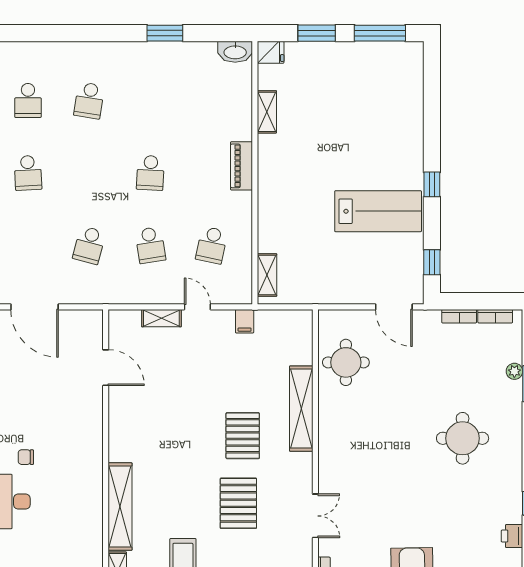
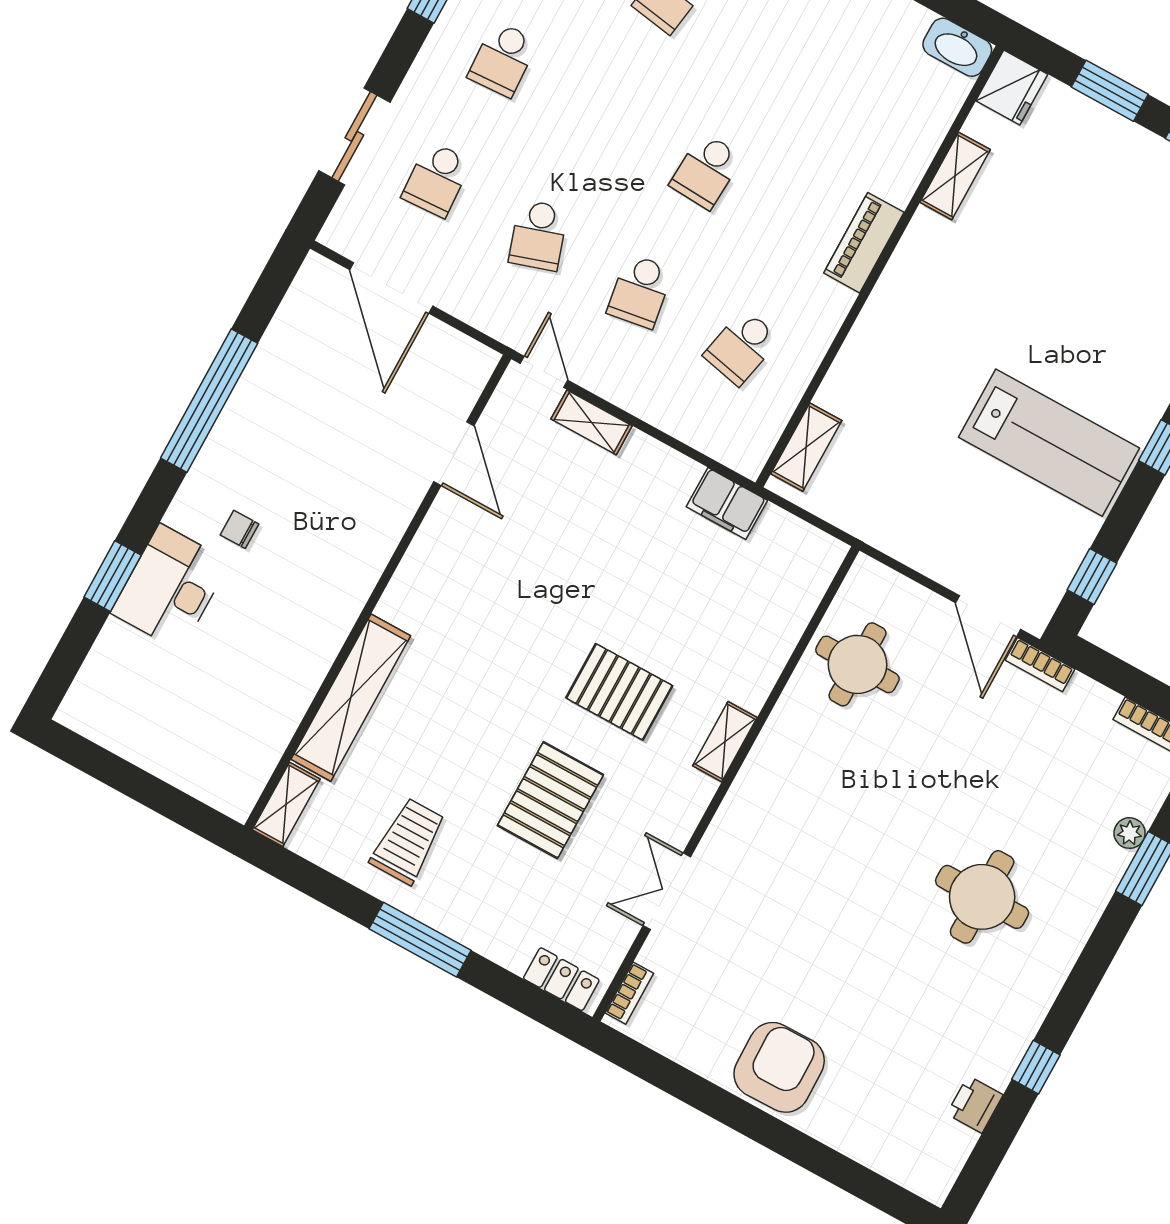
fridge: (271, 52) -> (1012, 88), width x1.38
school desk: (28, 245) -> (437, 179), added
school desk: (89, 245) -> (538, 235), turned -33
door: (197, 307) -> (544, 372), moved
bookcase: (459, 316) -> (1040, 665), moved
filing cabinet: (245, 321) -> (727, 504), width x2.00
shelving: (301, 409) -> (725, 742), width x0.45, depth x0.75
pallet: (243, 436) -> (619, 692), turned 90
double door: (315, 516) -> (667, 891), swing flipped

